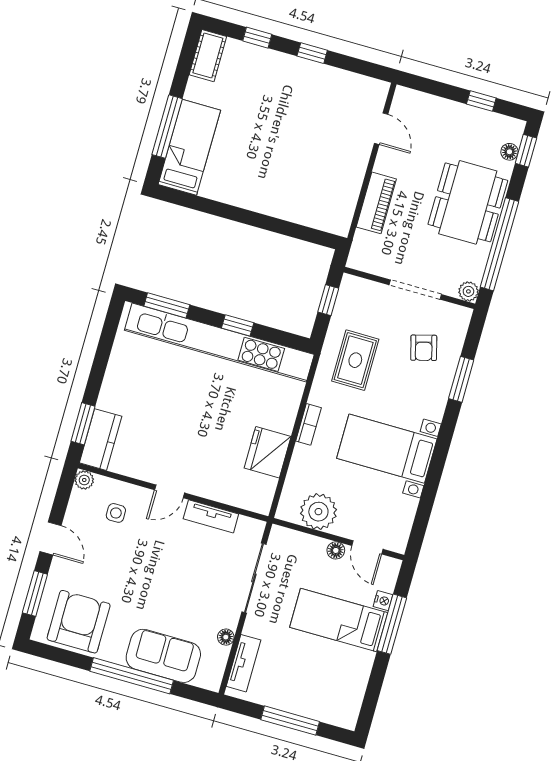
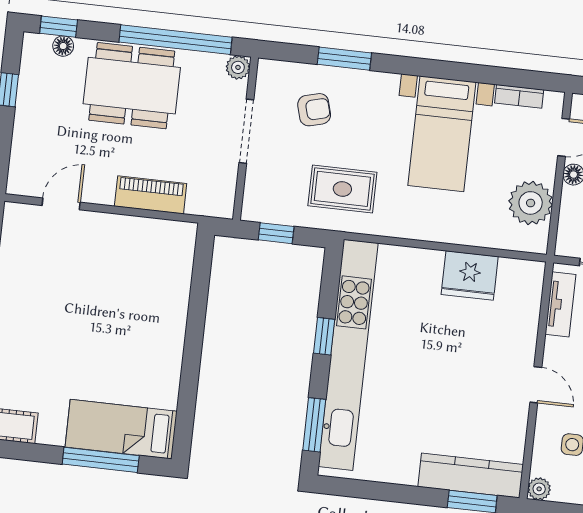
bookcase: (308, 424) -> (519, 96), moved, turned 180
kitchen counter: (101, 440) -> (471, 476), width x1.50
tv unit: (211, 516) -> (560, 304), moved

